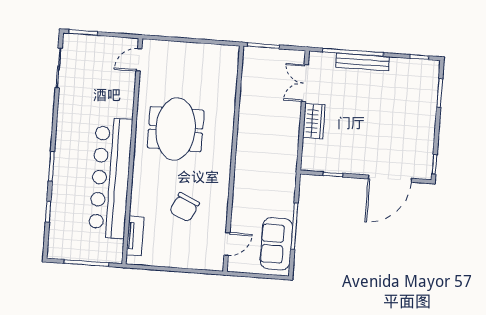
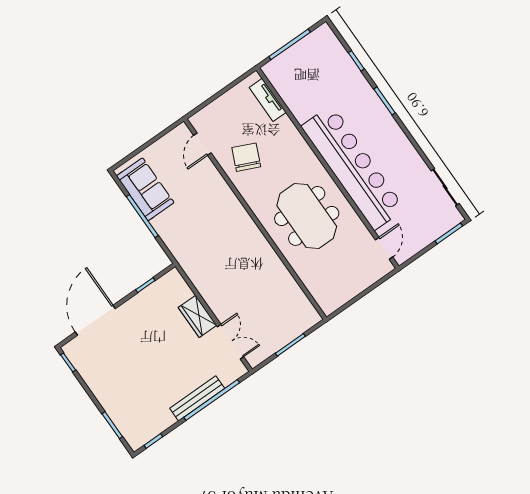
wall: (233, 159) -> (255, 219), moved
bar counter: (111, 178) -> (353, 168), moved
door: (227, 244) -> (202, 144), moved

